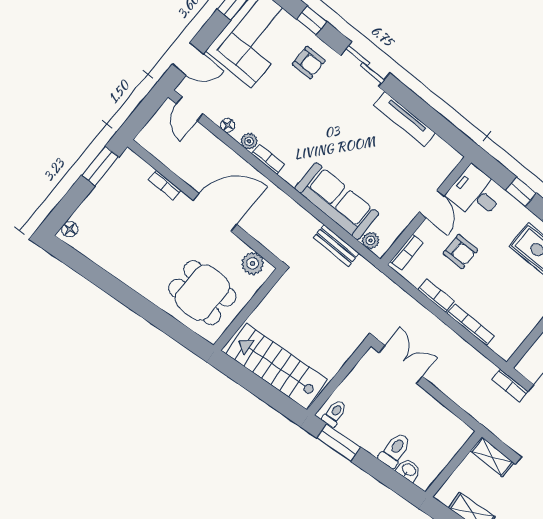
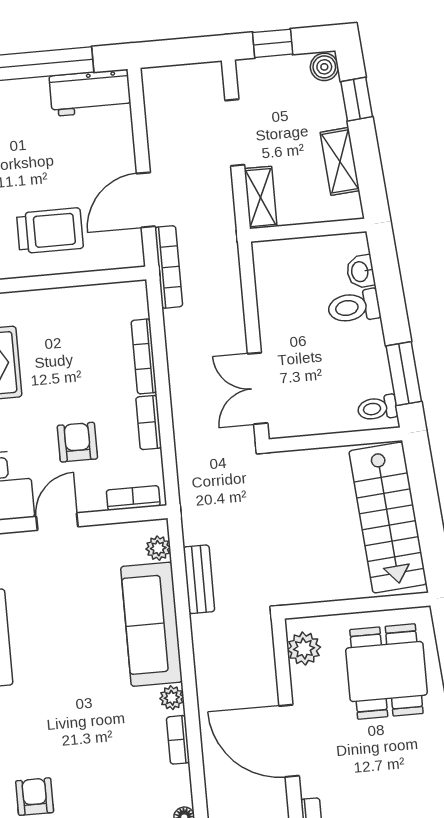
plant: (249, 141) -> (172, 698), moved
bookcase: (510, 385) -> (169, 267), width x1.56

